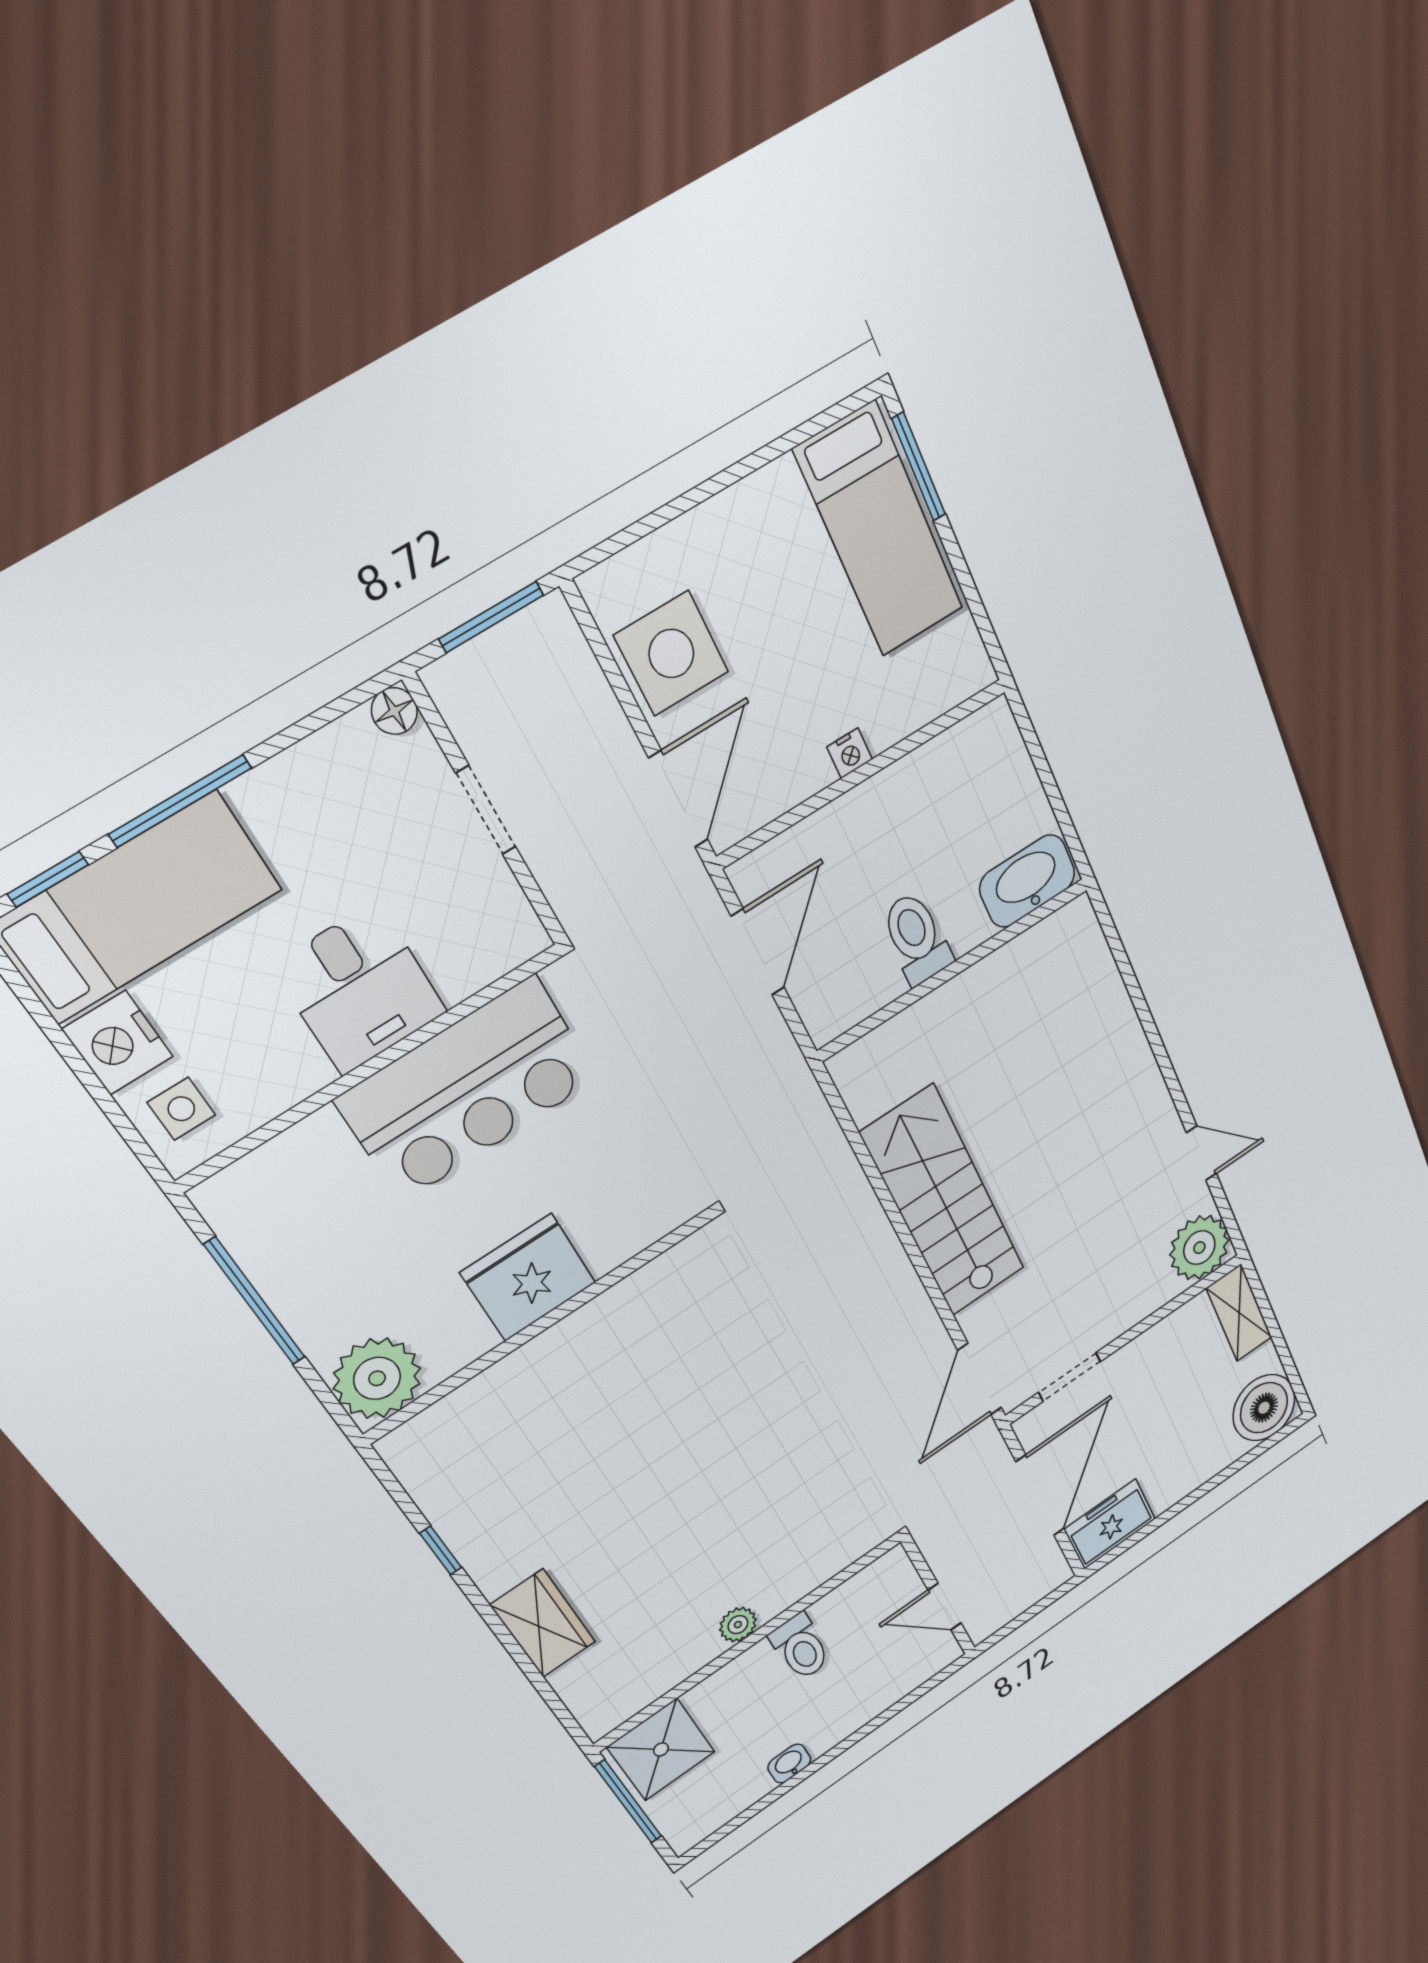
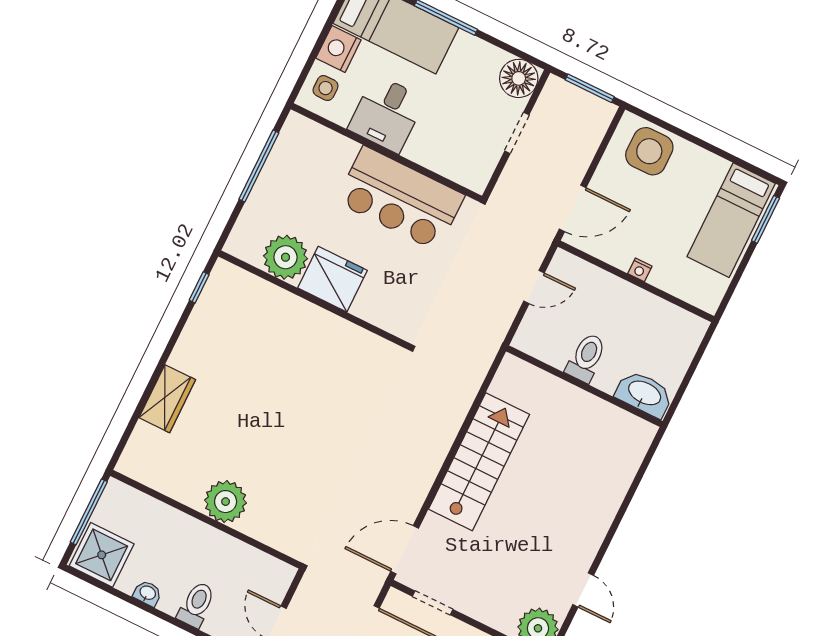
side table: (671, 654) -> (649, 151), moved
floor lamp: (394, 711) -> (519, 78), width x1.89, depth x1.89
door: (758, 952) -> (534, 287), width x0.73
desk: (360, 989) -> (387, 114), moved
plant: (377, 1378) -> (285, 257), moved
window: (441, 1550) -> (199, 287), moved
plant: (738, 1625) -> (226, 502), width x1.87, depth x1.87
toilet: (800, 1647) -> (196, 605), moved, turned 180
shower: (661, 1749) -> (102, 555), moved

